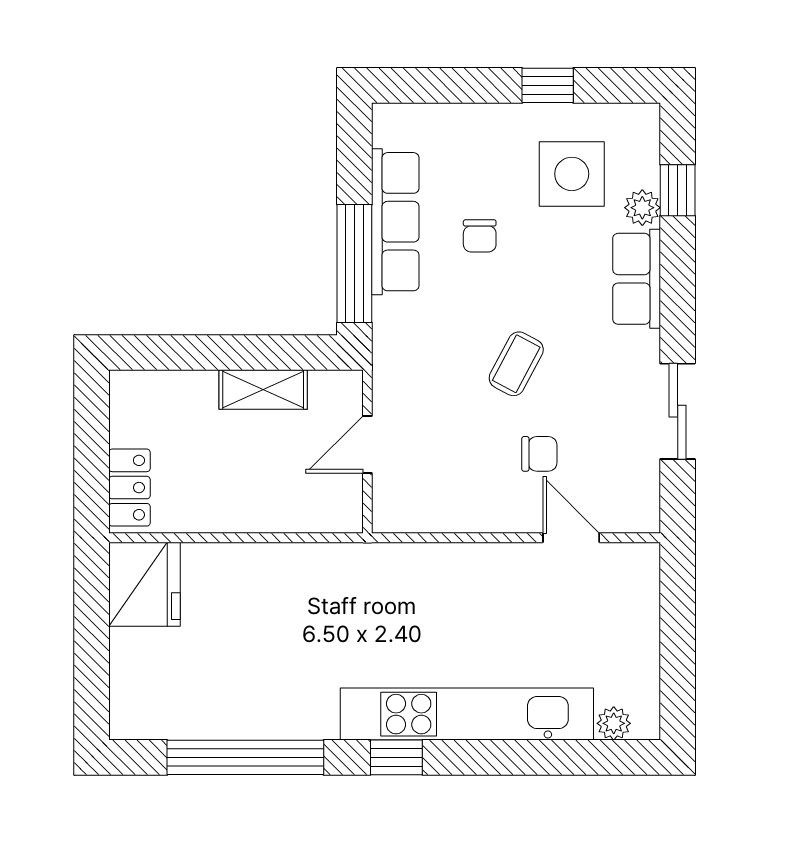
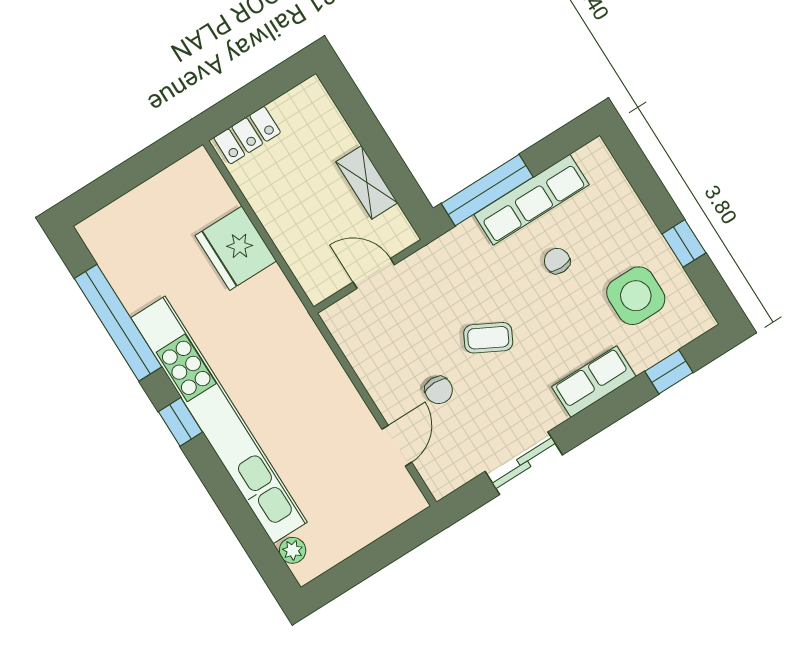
plant: (642, 208) -> (643, 356), removed
chair: (480, 236) -> (557, 261), turned 90
fridge: (145, 584) -> (236, 248), moved, turned 90
kitchen unit: (467, 714) -> (219, 420), width x1.36

